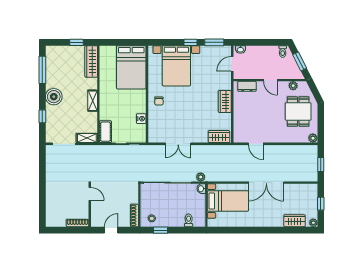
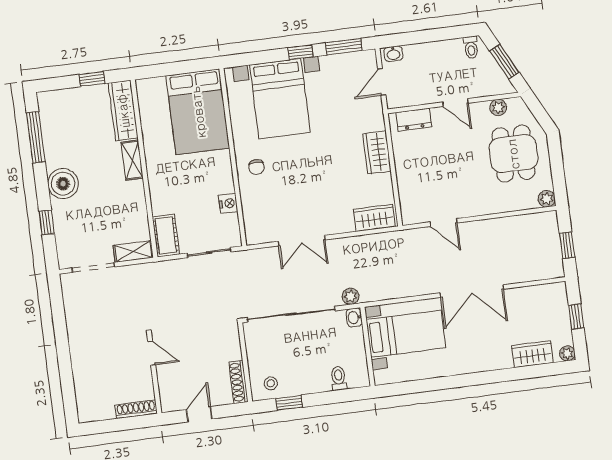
shelving: (93, 101) -> (132, 160), moved

